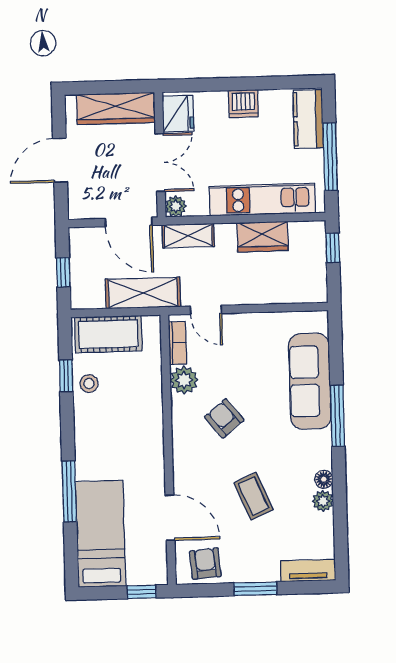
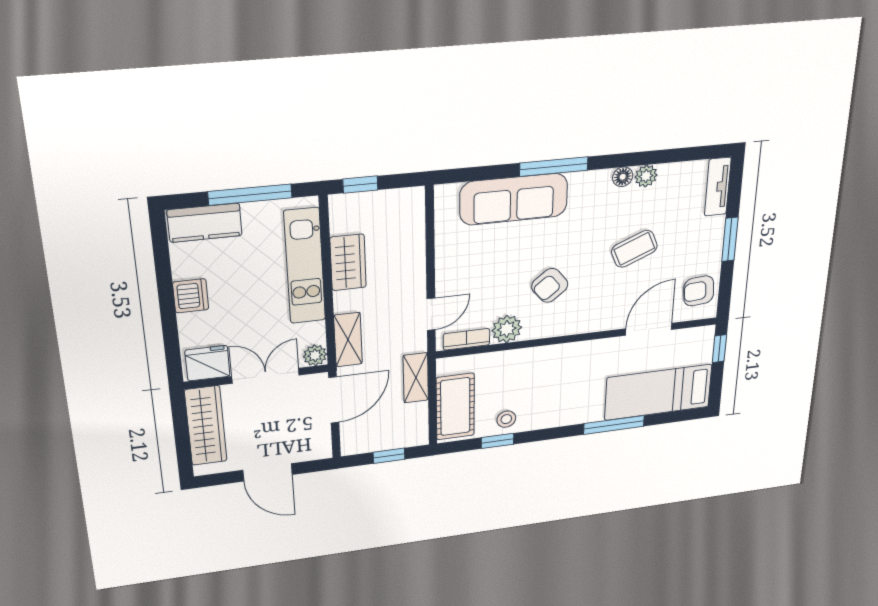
shelving: (143, 293) -> (416, 378), width x0.67, depth x0.75

